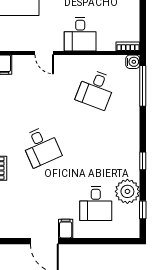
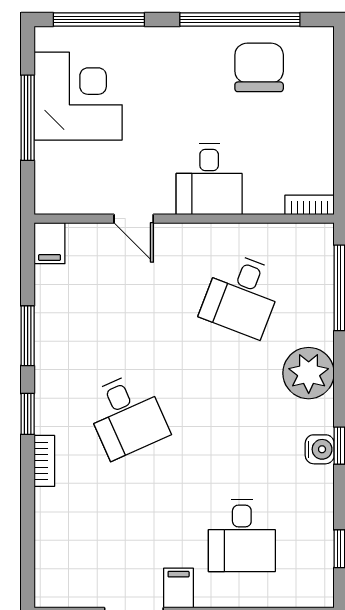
water cooler: (133, 62) -> (320, 449), moved
plant: (127, 191) -> (309, 373), moved

